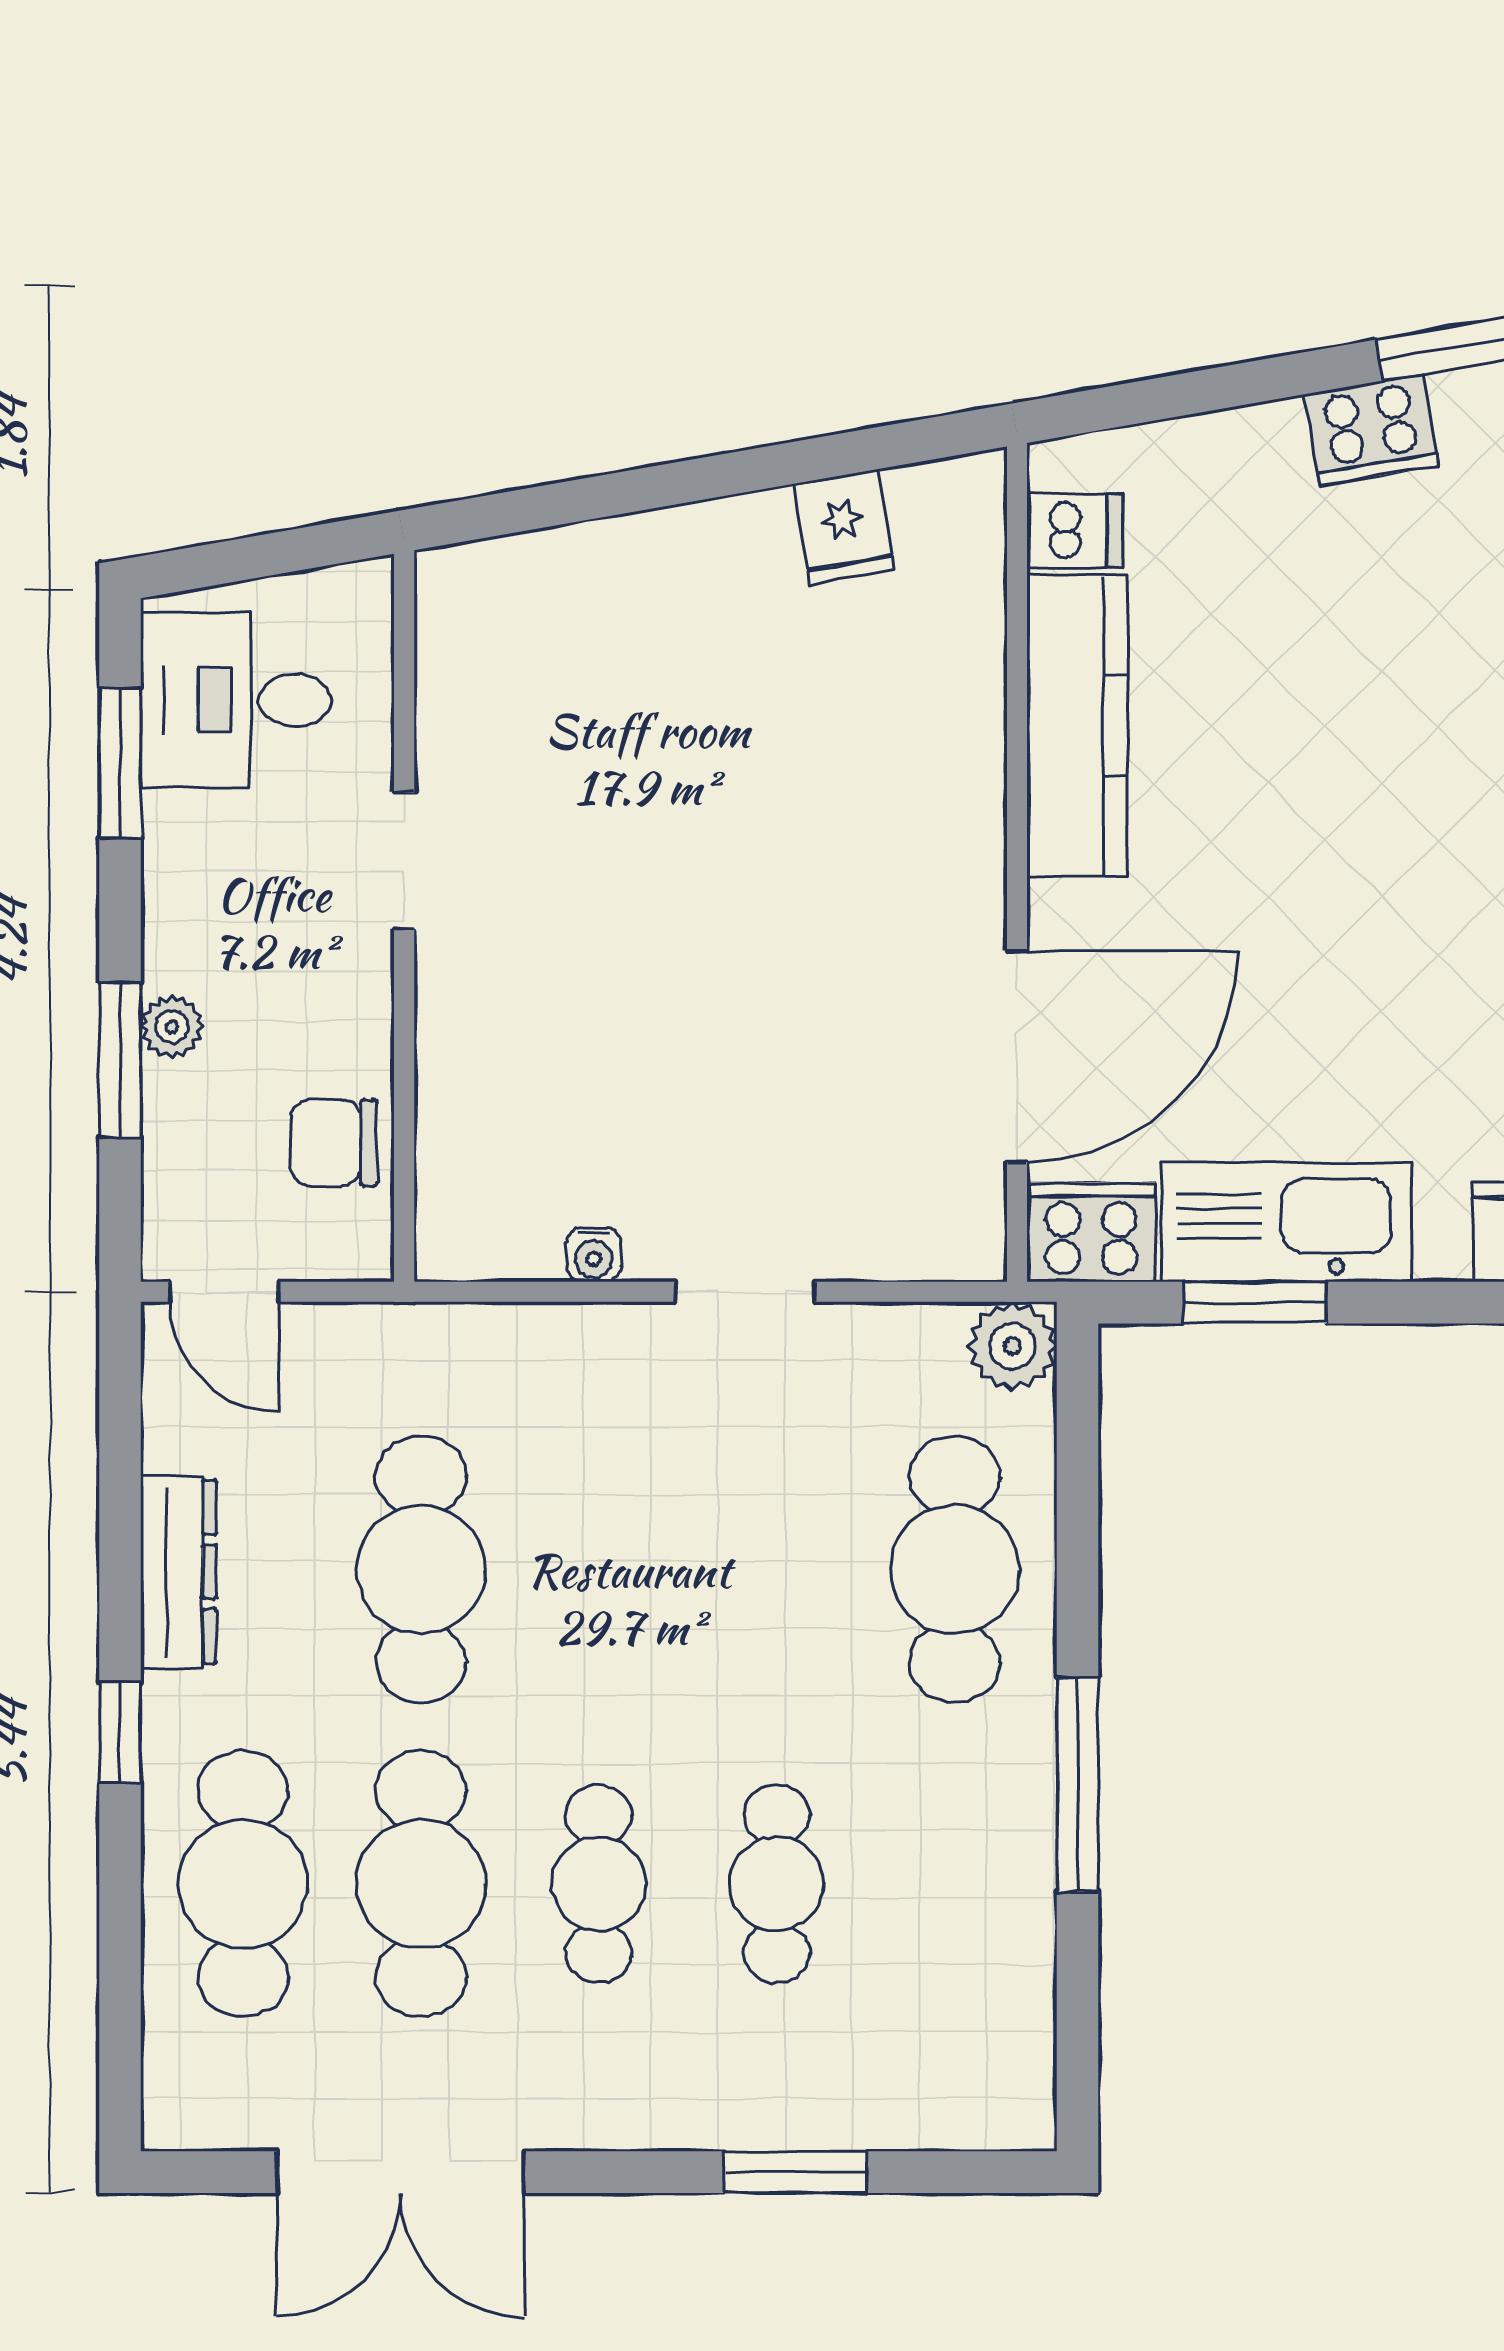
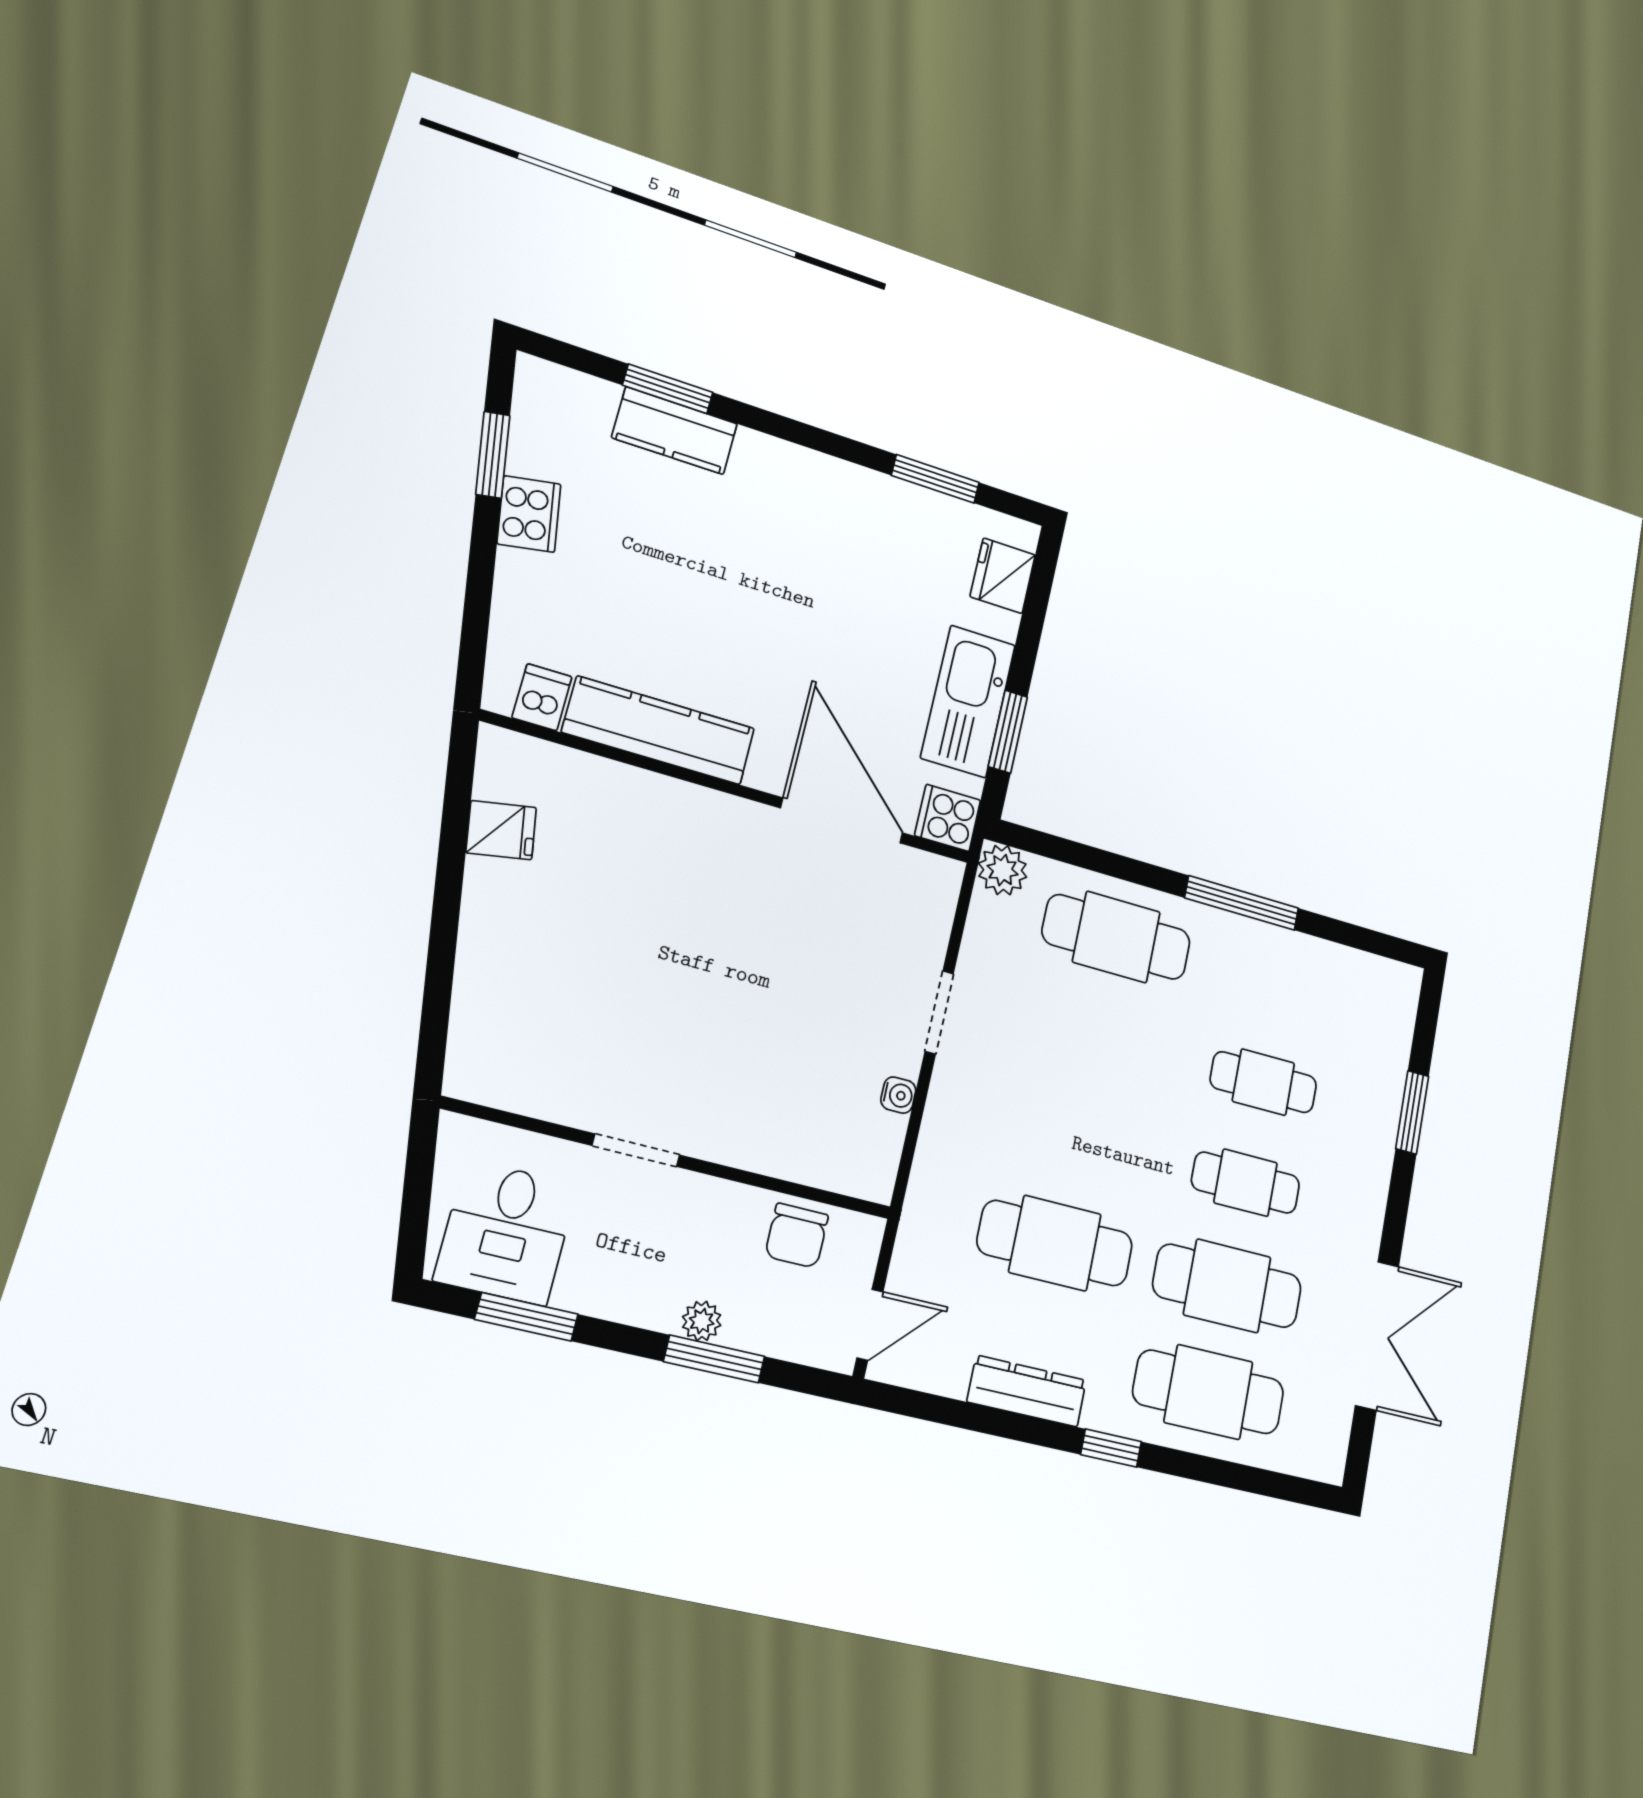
cooker: (1091, 1232) -> (948, 818), width x0.73

